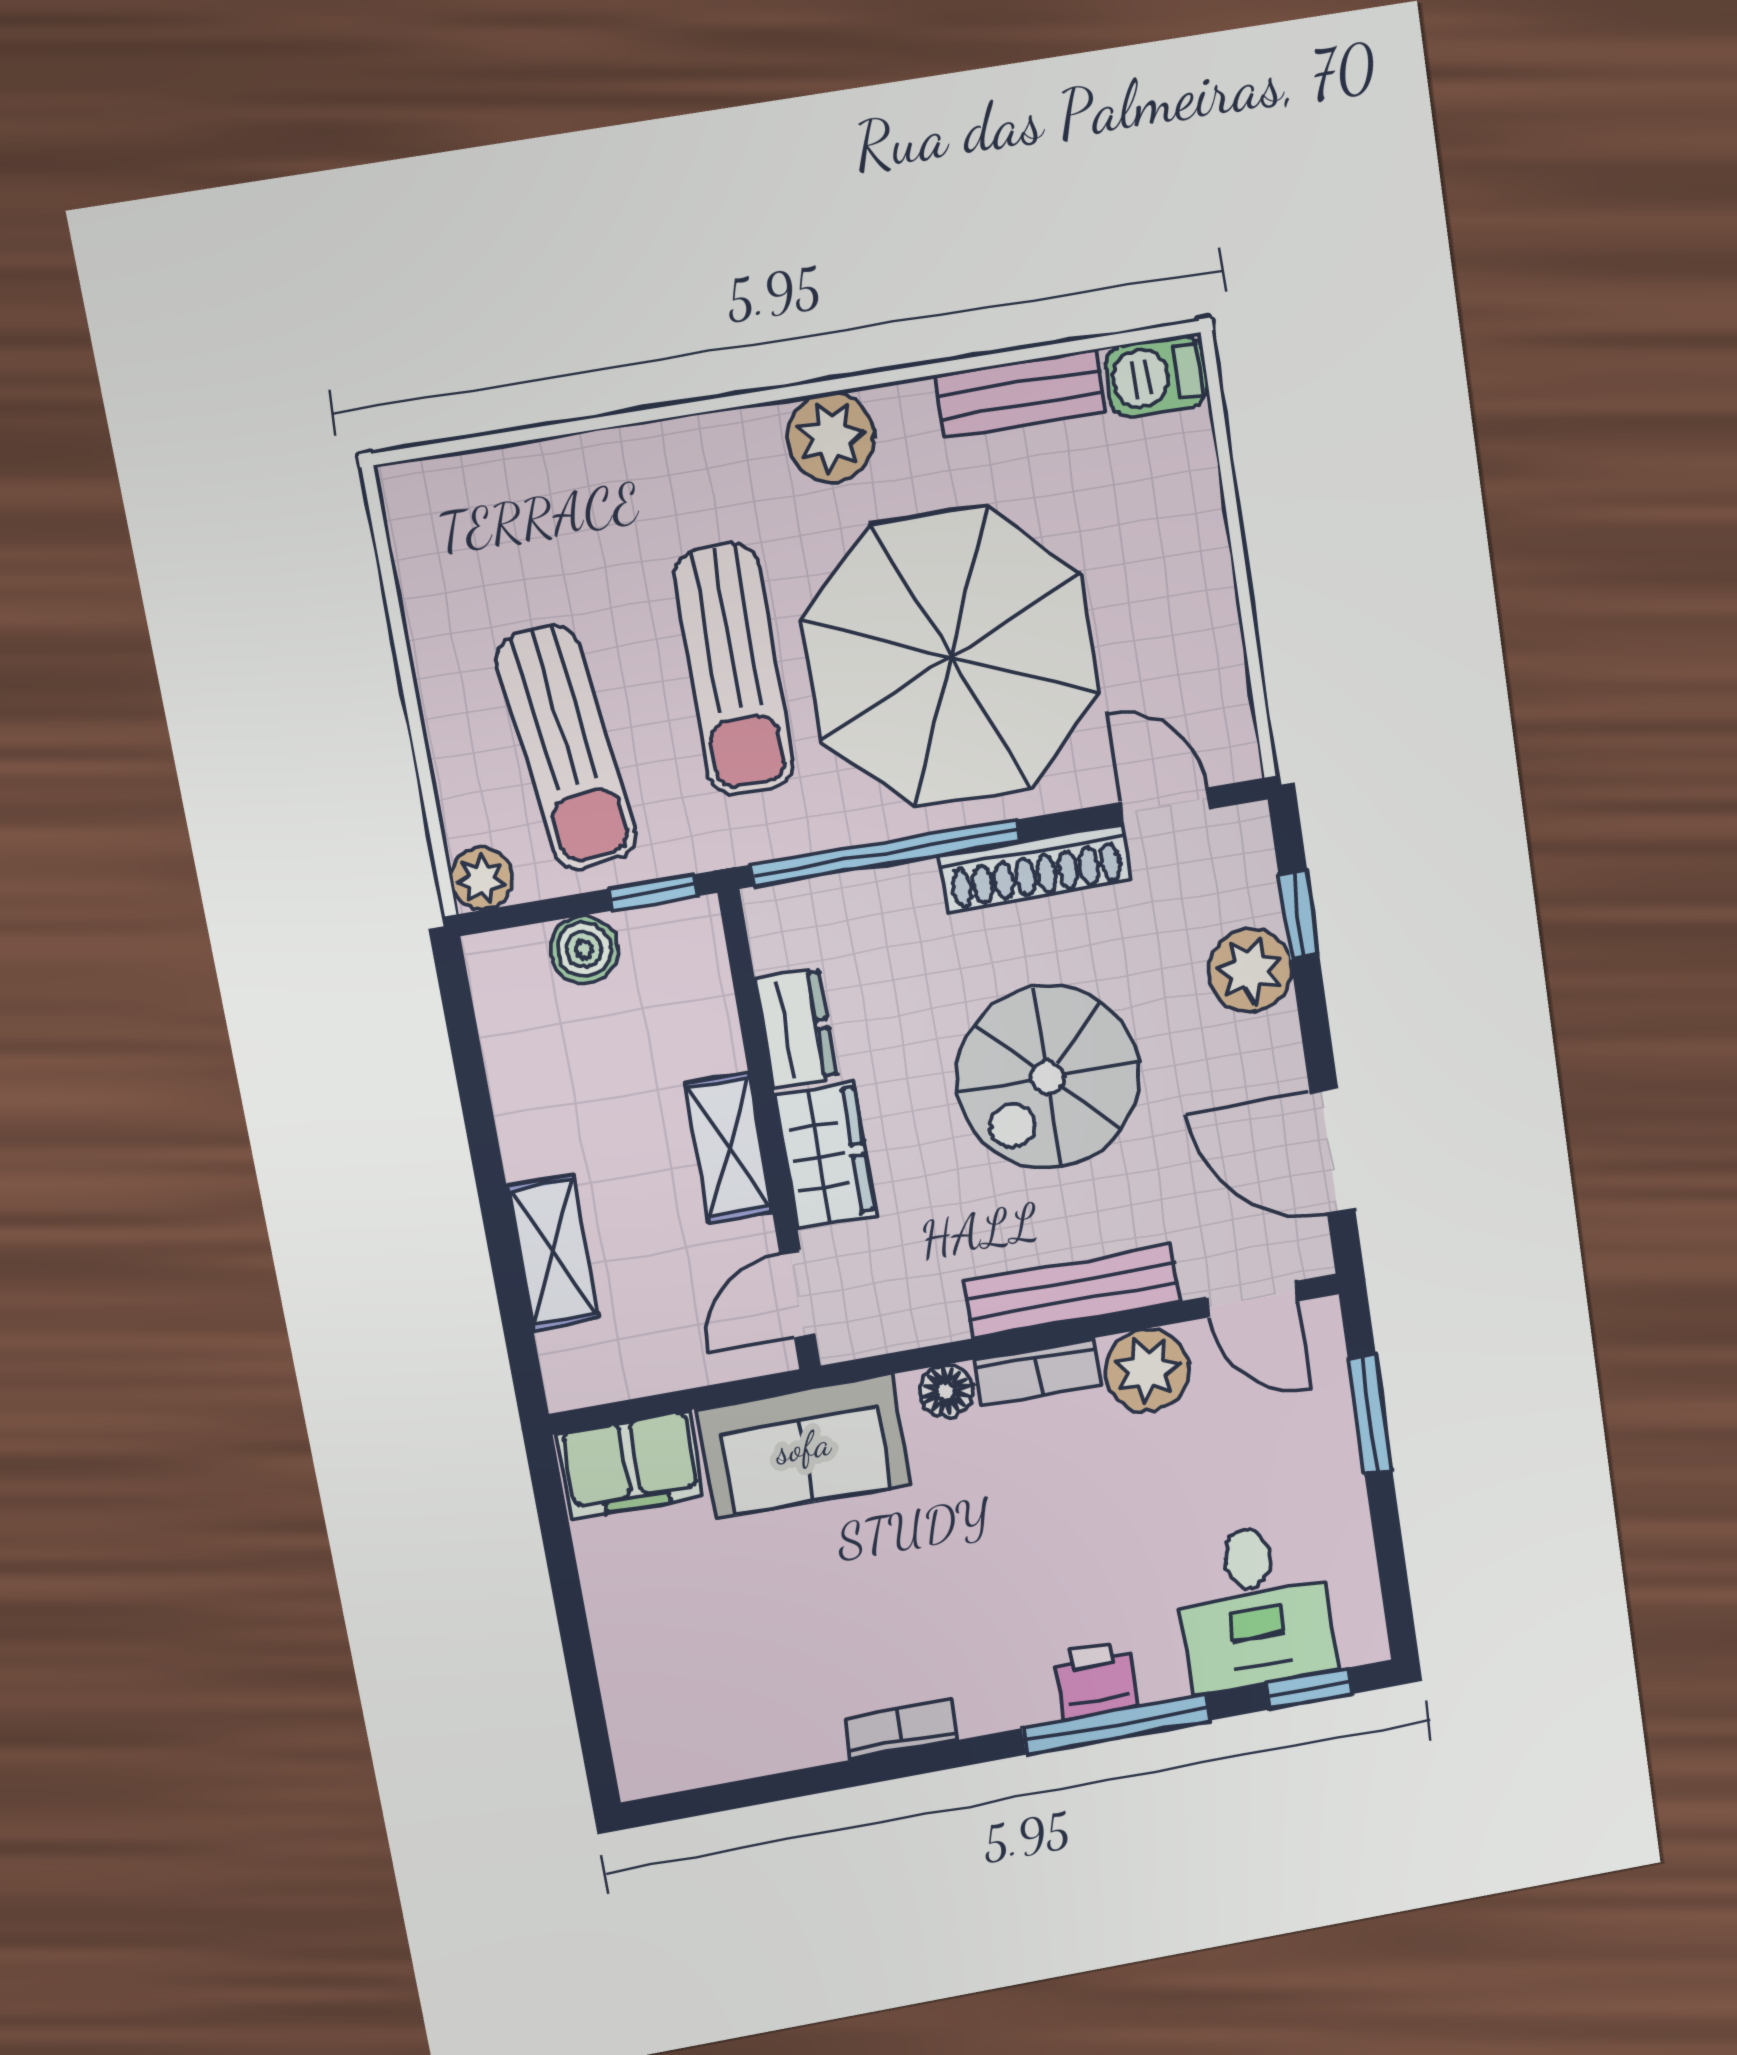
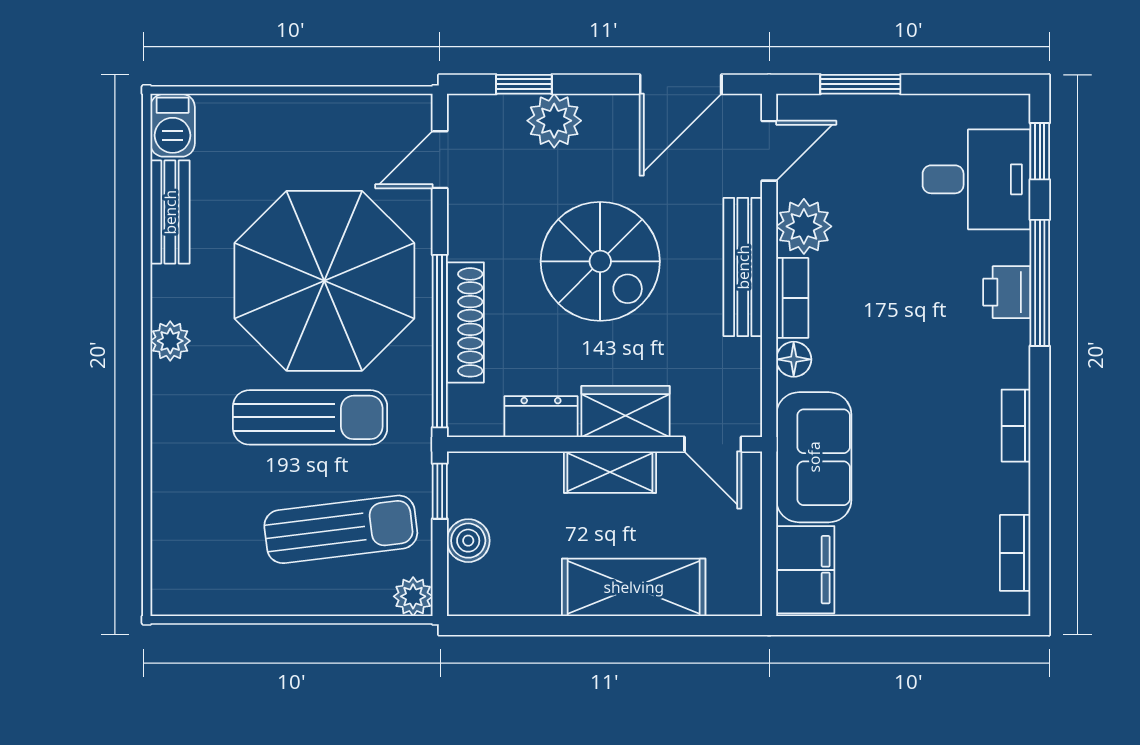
plant: (831, 437) -> (170, 341), width x0.73, depth x0.73
shoe rack: (1035, 868) -> (465, 322), moved
shelving: (553, 1252) -> (634, 587), width x1.50, depth x1.33
bookcase: (711, 1763) -> (1015, 553), added

